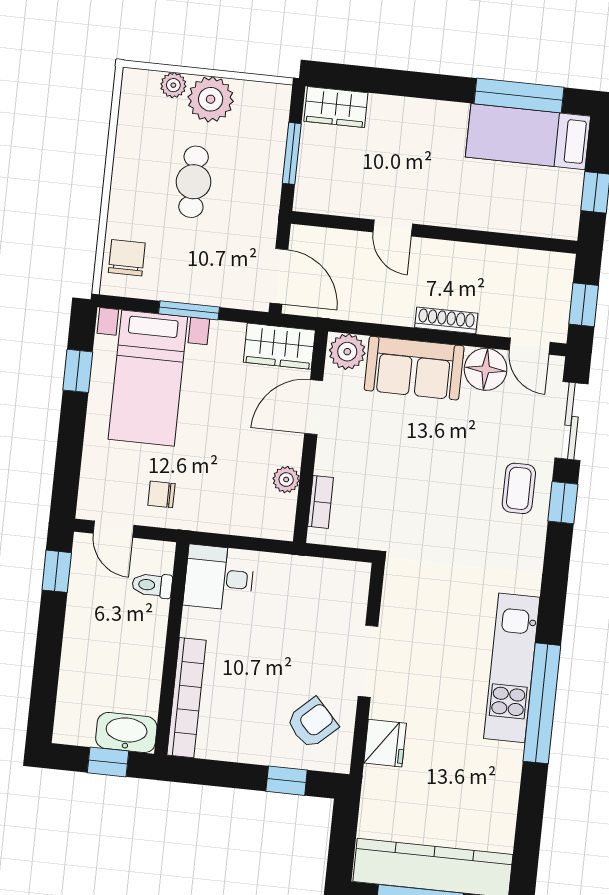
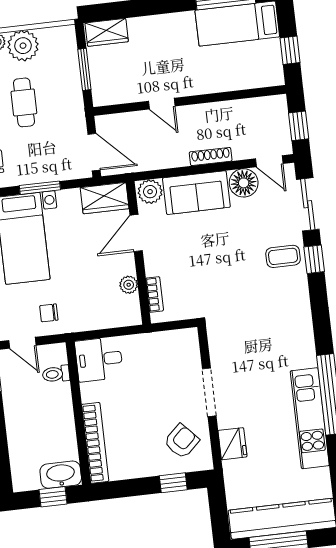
coffee table: (519, 488) -> (283, 256), turned 90
kitchen unit: (512, 668) -> (310, 418), moved

